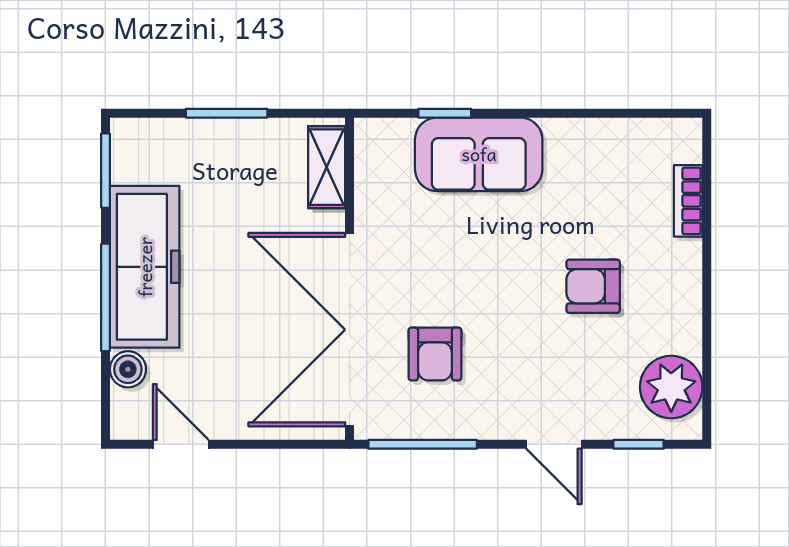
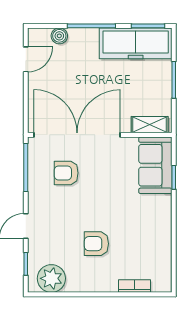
sofa: (479, 154) -> (155, 165), moved
freezer: (145, 267) -> (136, 43), moved
armchair: (593, 286) -> (96, 244), turned -90

